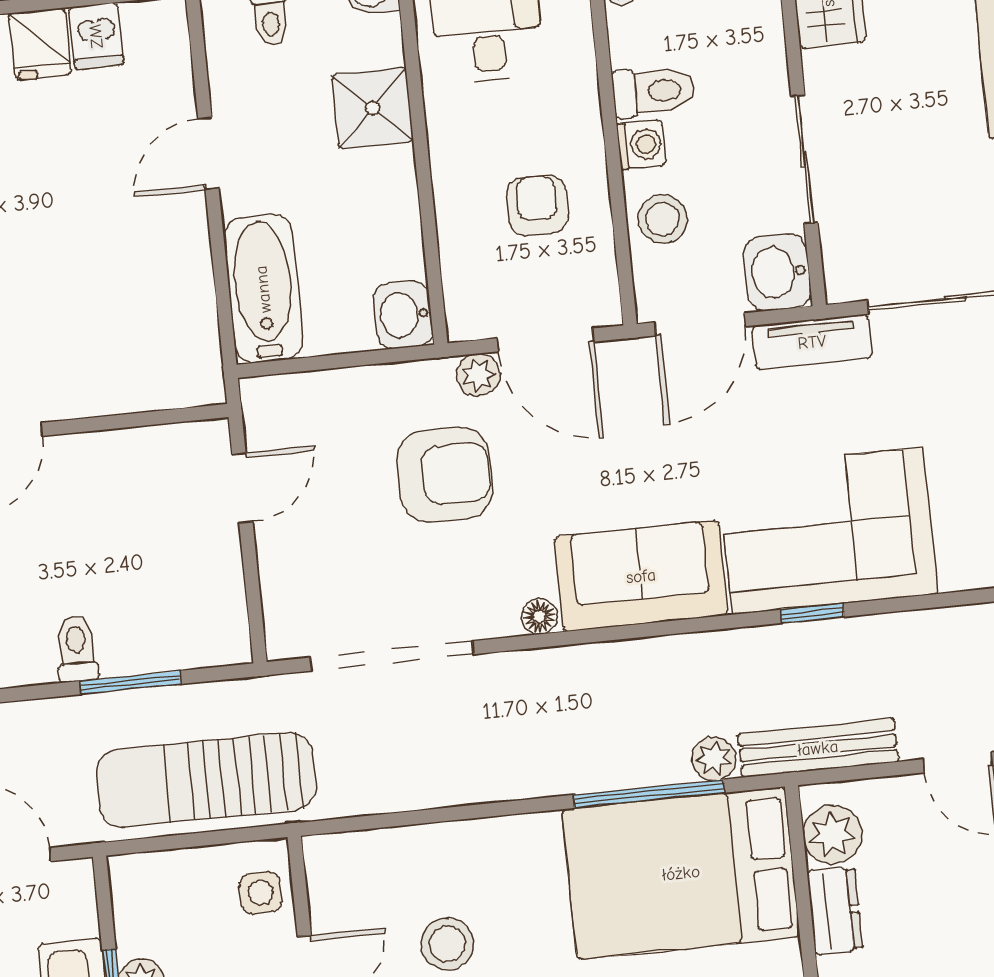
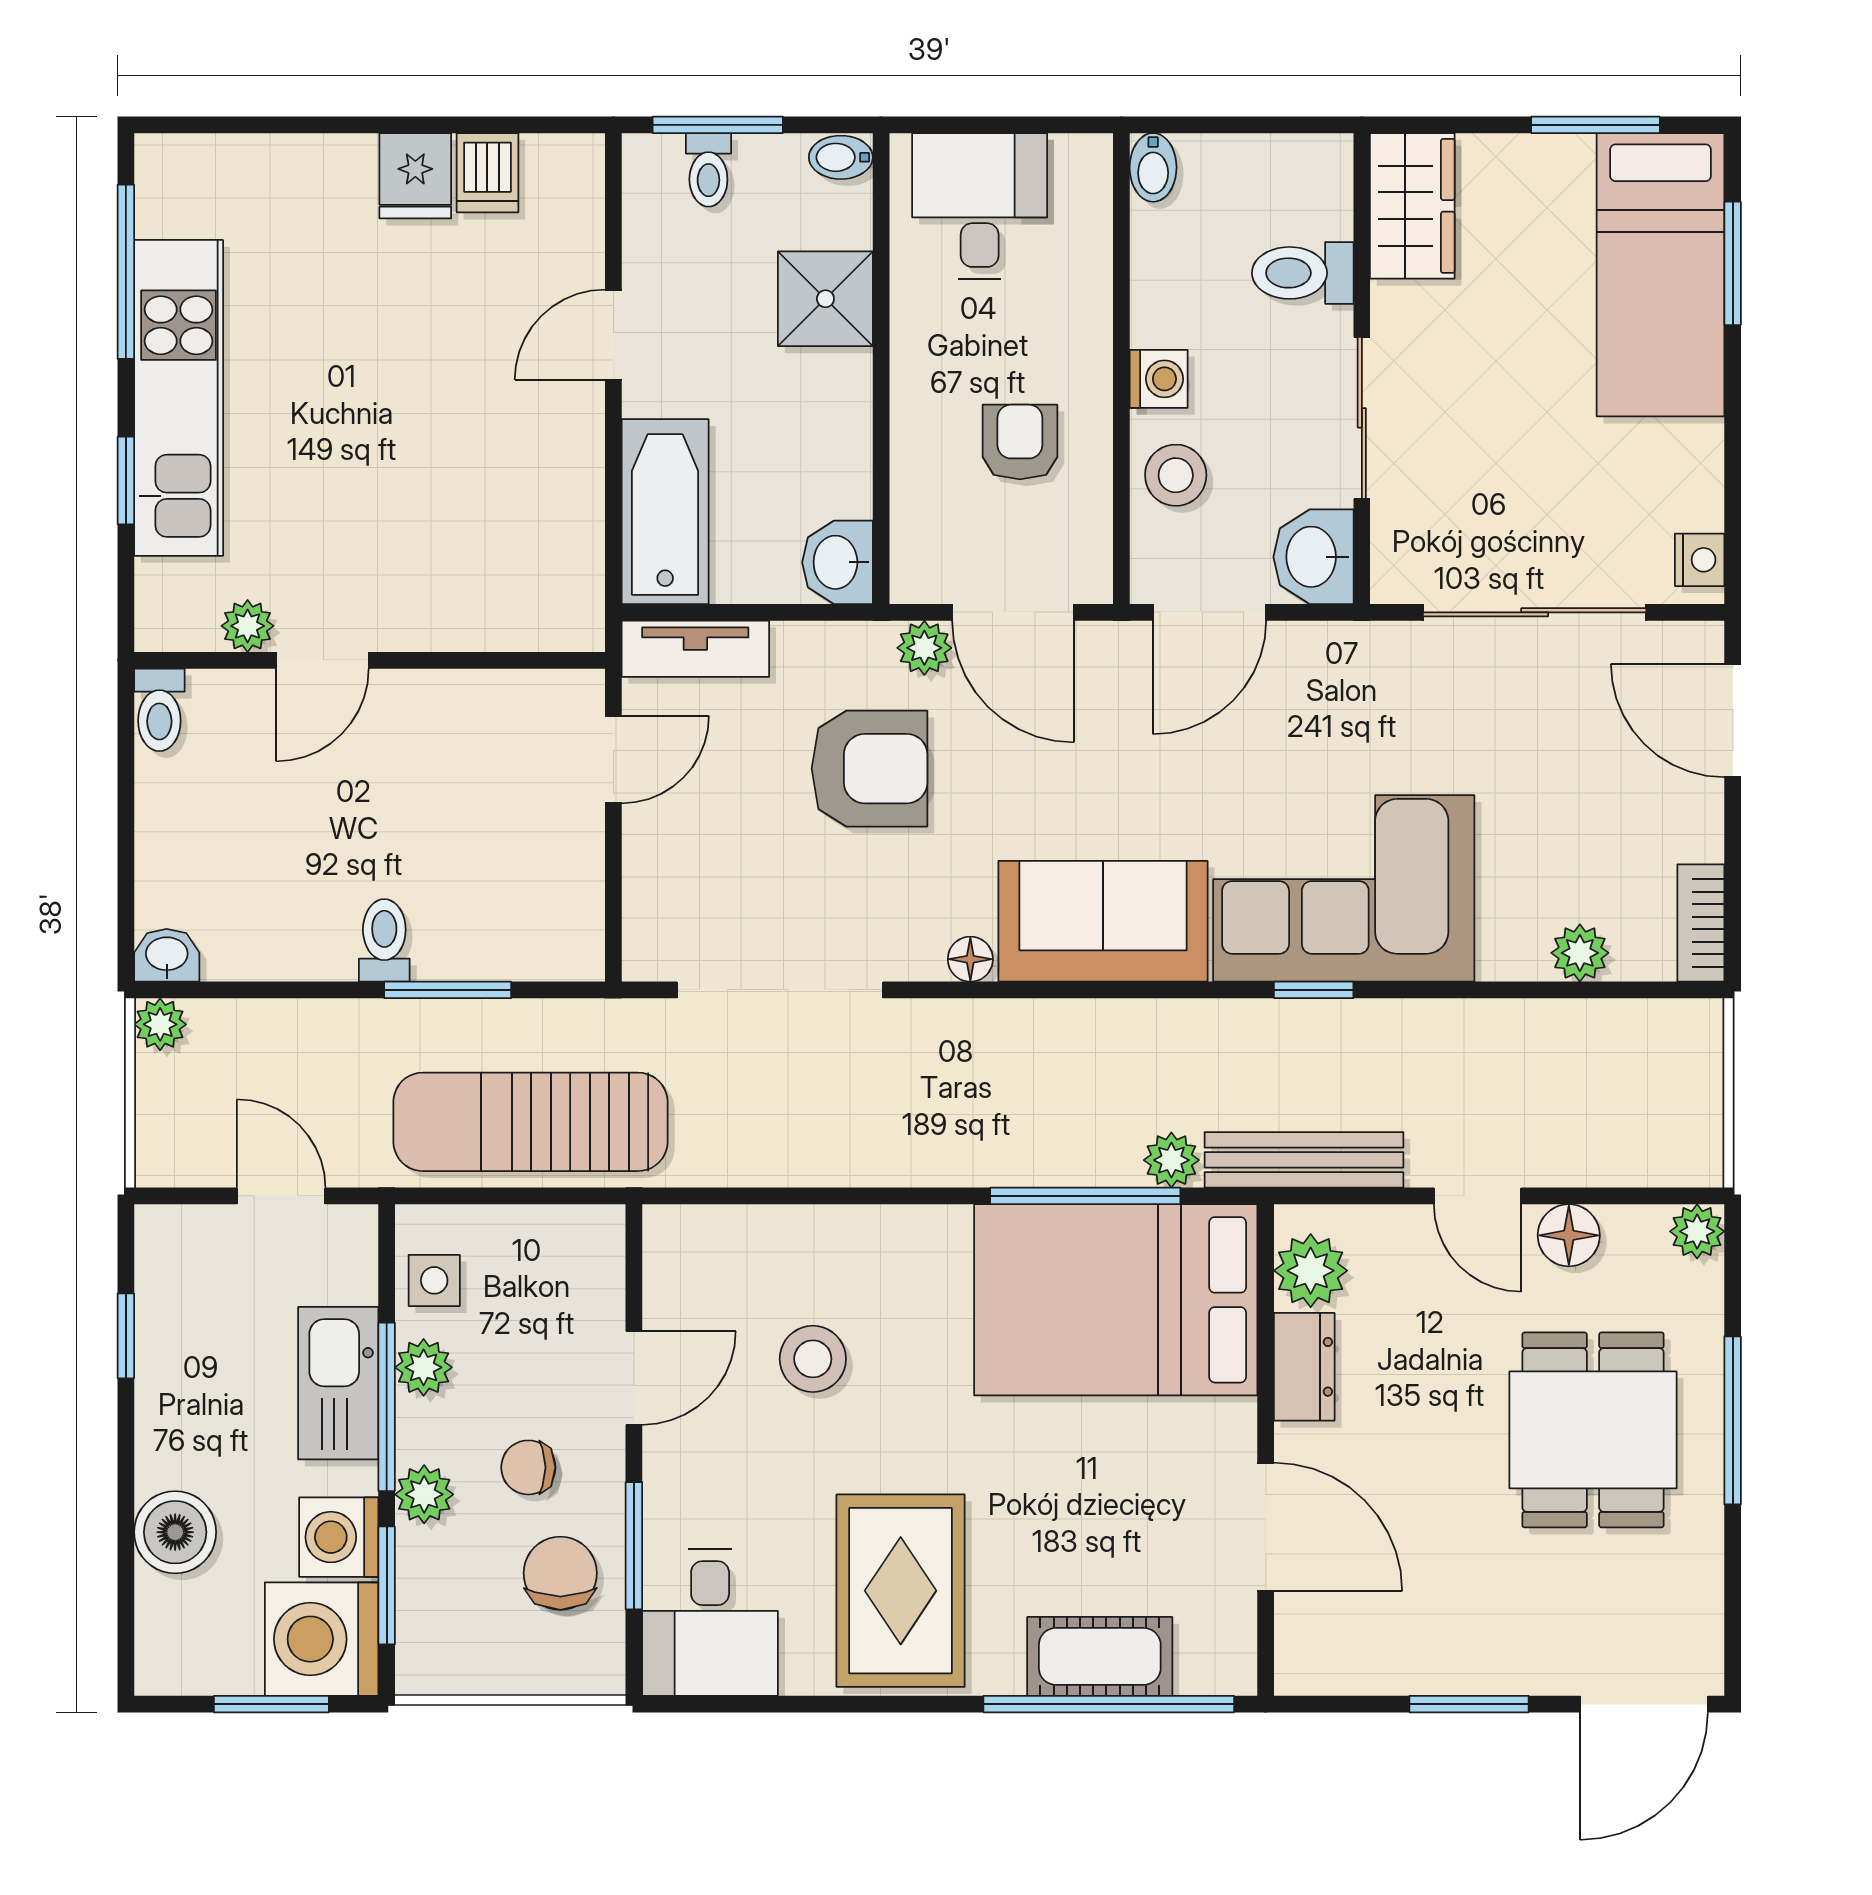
toilet: (653, 91) -> (1303, 273), moved, turned 180
tv unit: (812, 342) -> (695, 649), moved
side table: (261, 893) -> (434, 1280), moved

